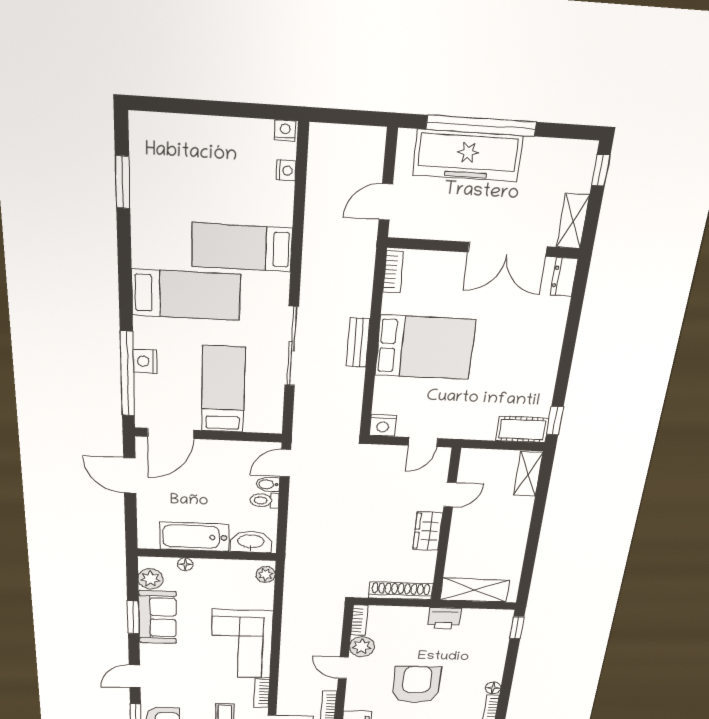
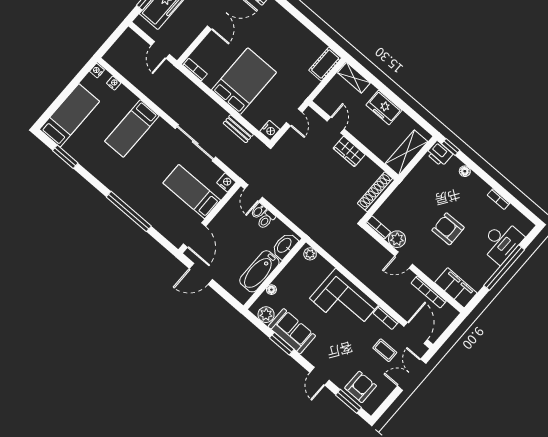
bed: (186, 295) -> (69, 115), moved
bench: (358, 343) -> (238, 129), moved
nightstand: (145, 361) -> (226, 182), moved, turned 180
window: (127, 374) -> (129, 211), moved
window: (555, 420) -> (332, 45), removed
freezer: (514, 531) -> (384, 108), added
printer: (444, 618) -> (439, 154), moved, turned 90
armchair: (417, 685) -> (448, 229), width x0.73, depth x0.73
floor lamp: (493, 688) -> (465, 171), moved

